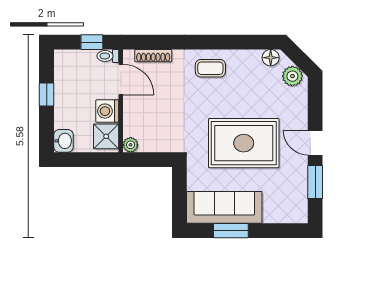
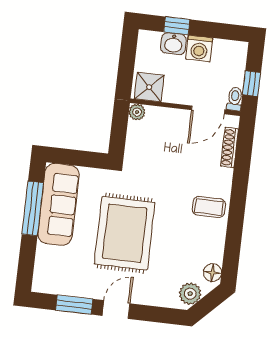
coffee table: (210, 68) -> (209, 207), turned 90
window: (47, 94) -> (177, 26), moved
washing machine: (107, 111) -> (199, 49), moved, turned 180
washbasin: (64, 141) -> (173, 44), moved
window: (231, 231) -> (33, 208), width x1.44

